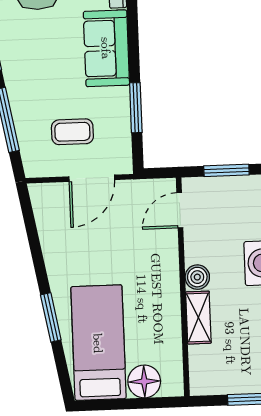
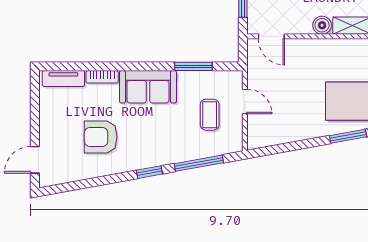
door: (92, 178) -> (245, 101), width x0.73

